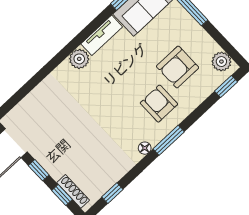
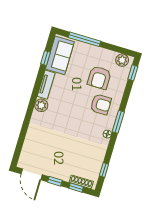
armchair: (159, 104) -> (101, 104), turned 180

